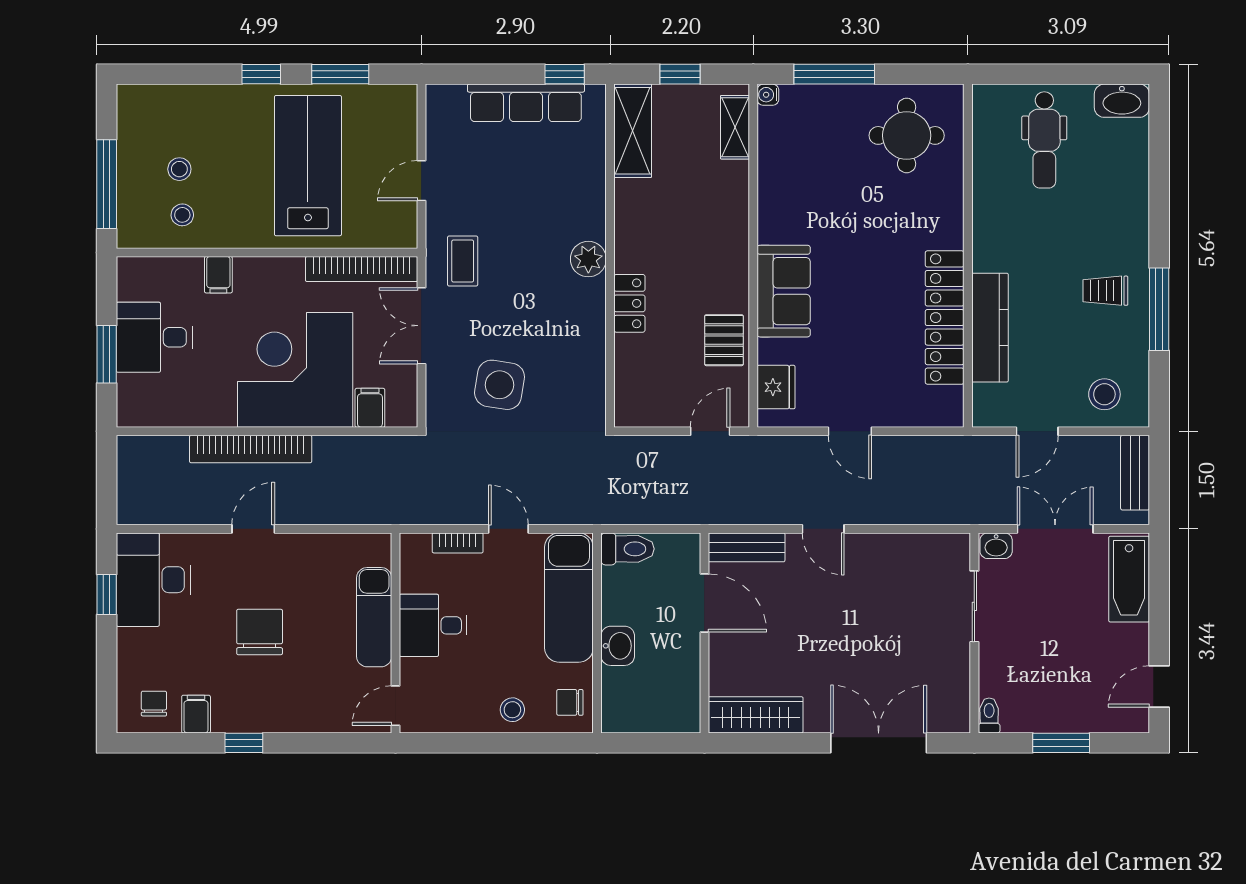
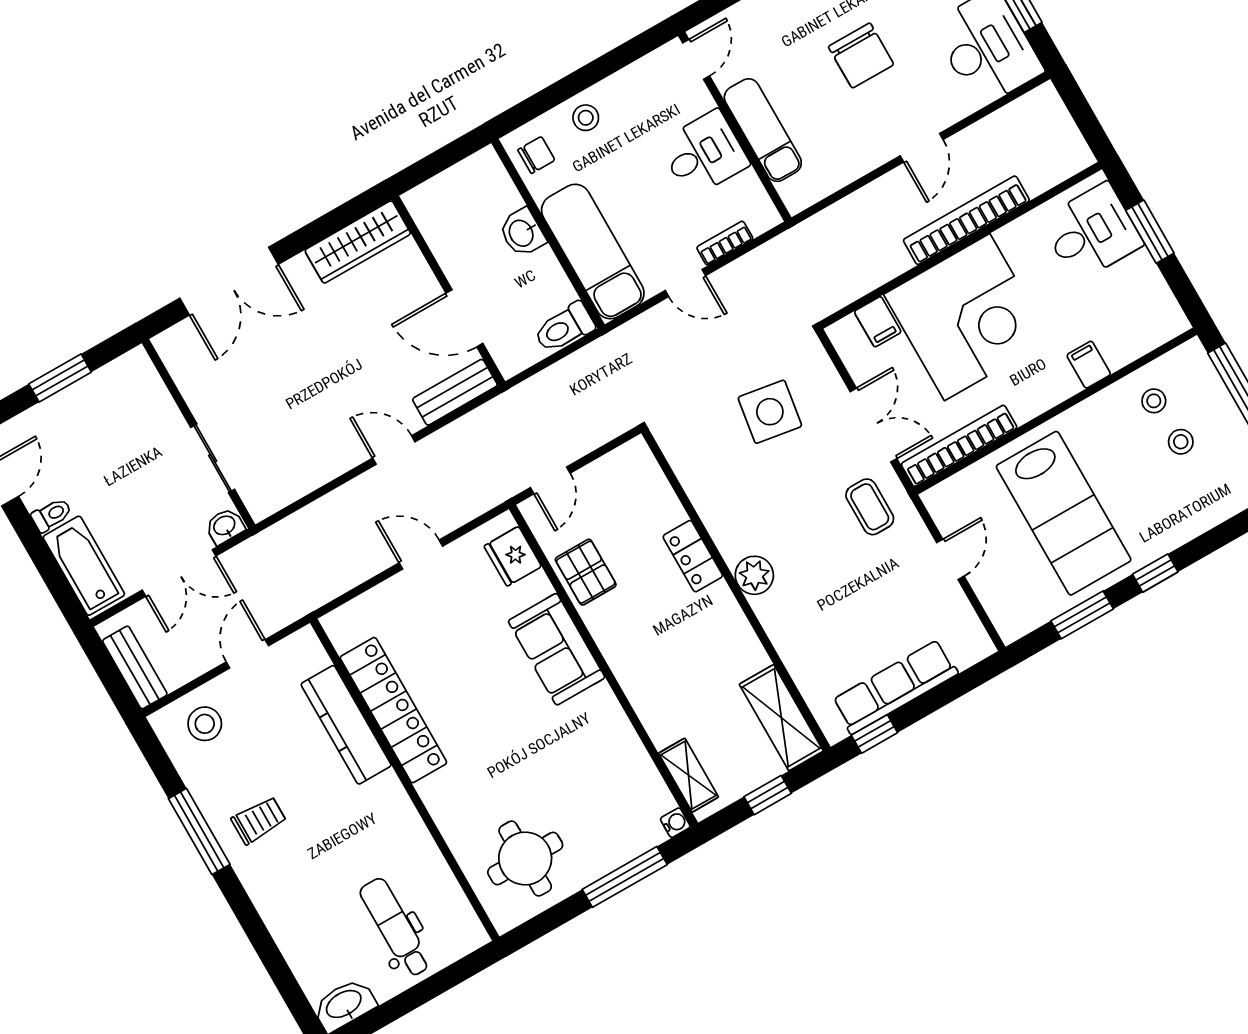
desk: (154, 337) -> (1092, 232), moved
toilet: (989, 715) -> (52, 515), moved, turned -90

